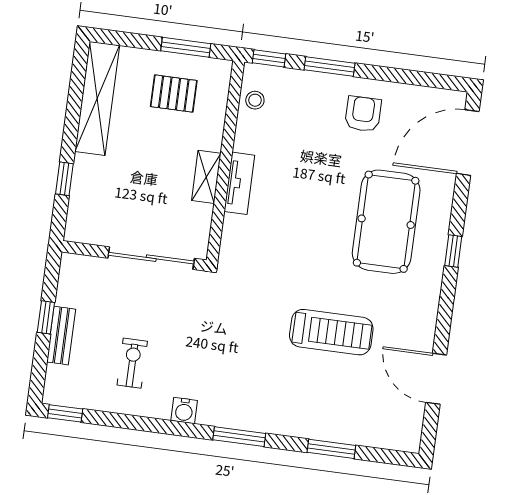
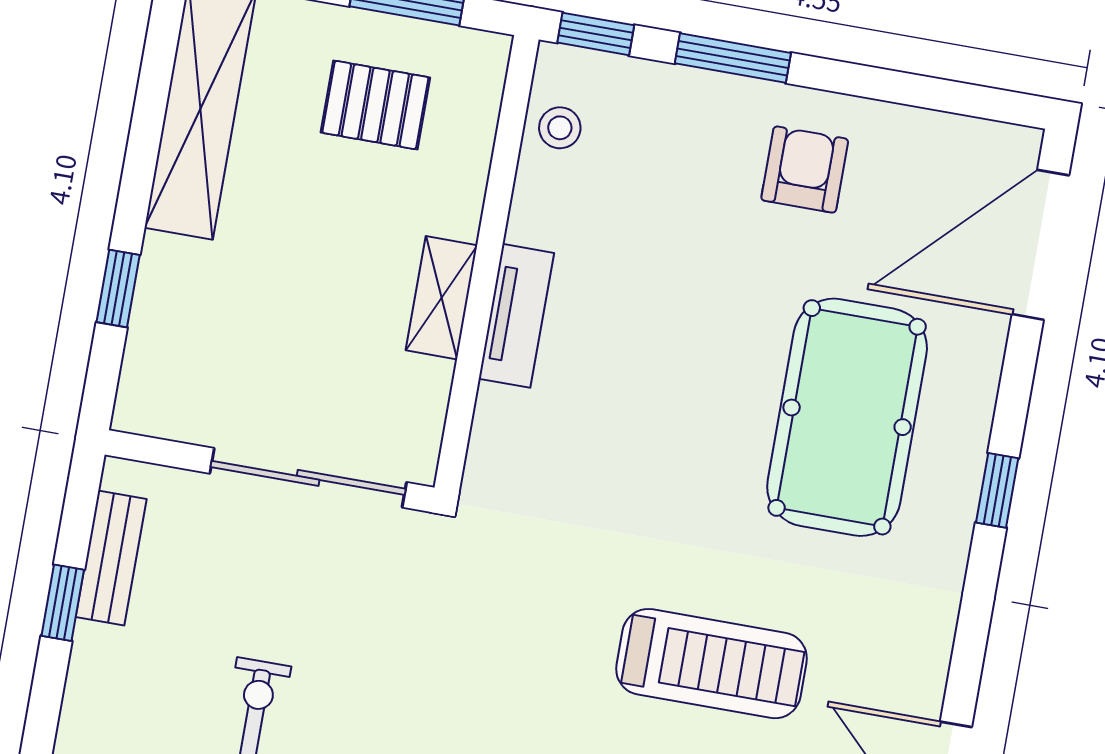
bench: (61, 336) -> (111, 558), moved

